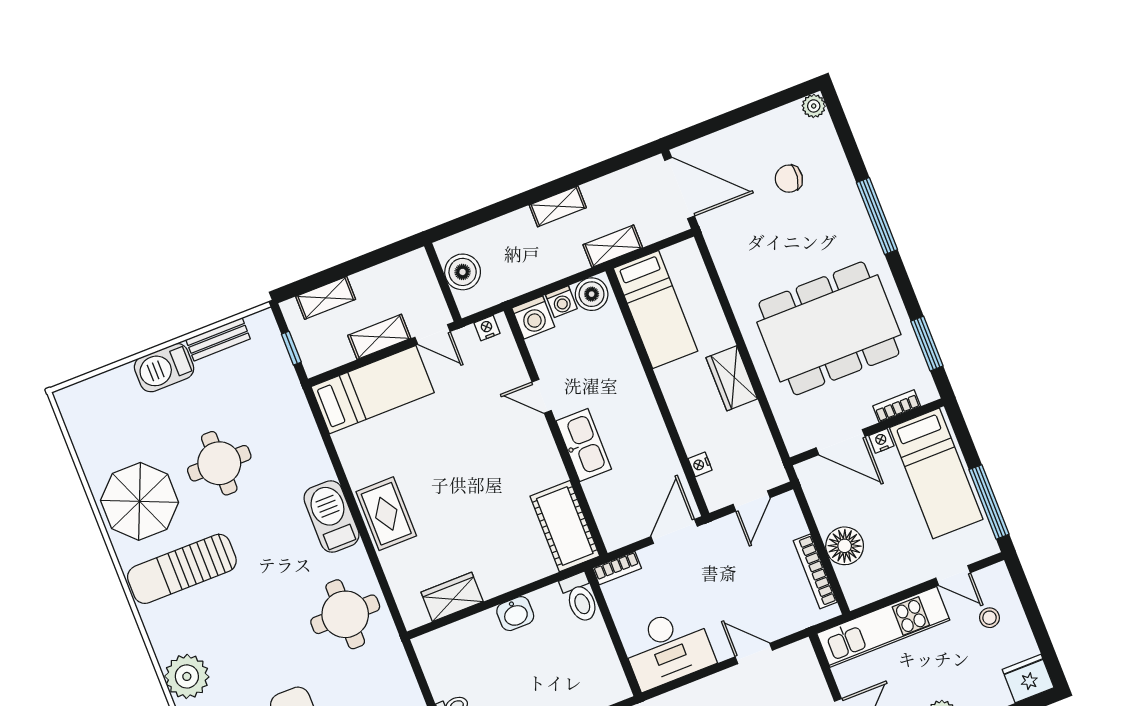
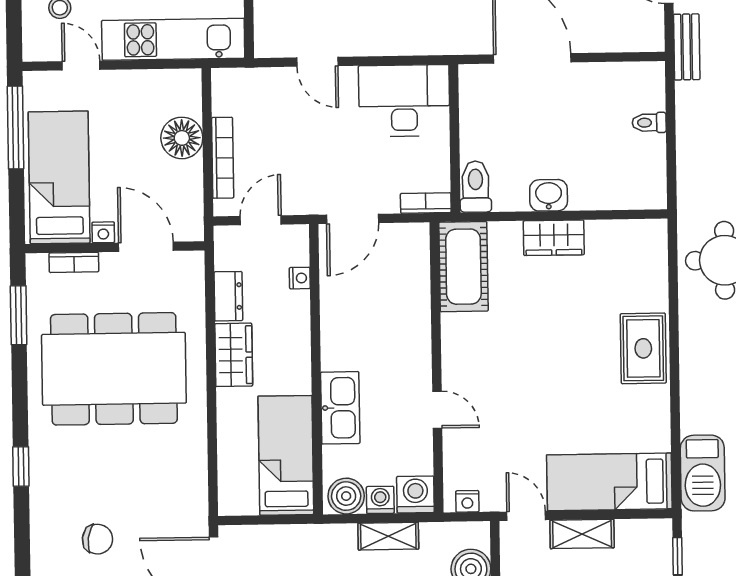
window: (877, 216) -> (21, 466), width x0.46
shelving: (613, 246) -> (388, 536), moved
dresser: (755, 426) -> (228, 296), added
kitchen sink: (584, 445) -> (340, 408), moved, turned 180
barbecue: (331, 517) -> (703, 473), moved
bookcase: (815, 571) -> (223, 158), moved
wardrobe: (452, 597) -> (554, 238), moved

